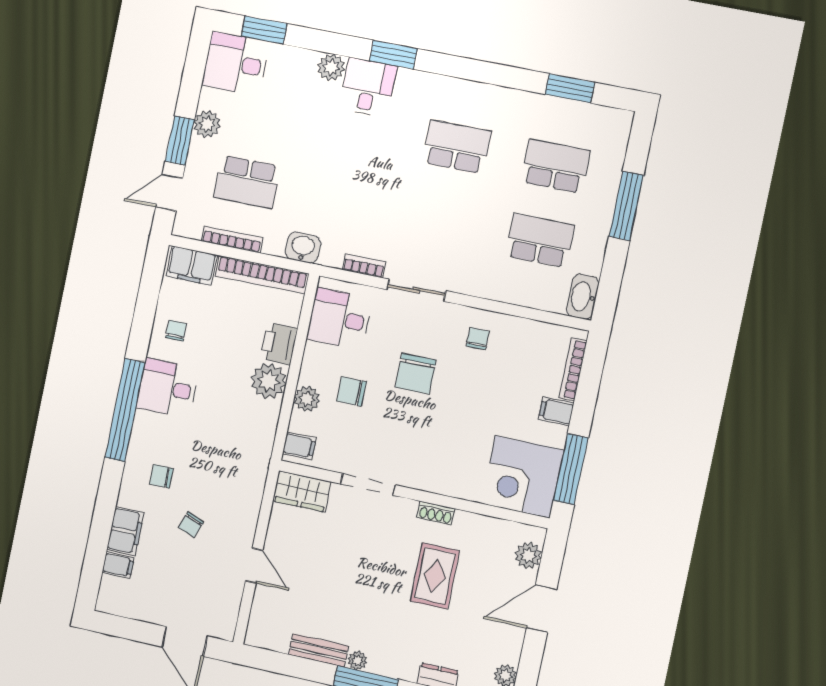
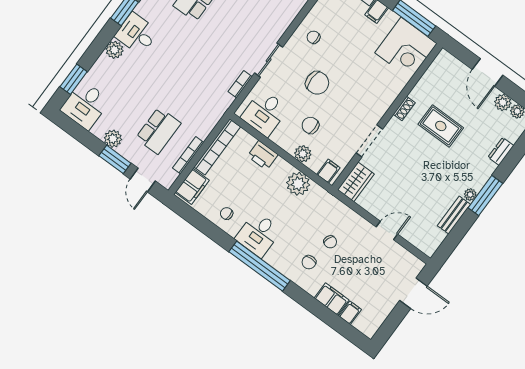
washbasin: (303, 248) -> (213, 115), removed
plant: (269, 381) -> (298, 184), moved
chair: (352, 391) -> (310, 125), turned 90
chair: (191, 525) -> (330, 242), moved
plant: (528, 555) -> (503, 102), moved

